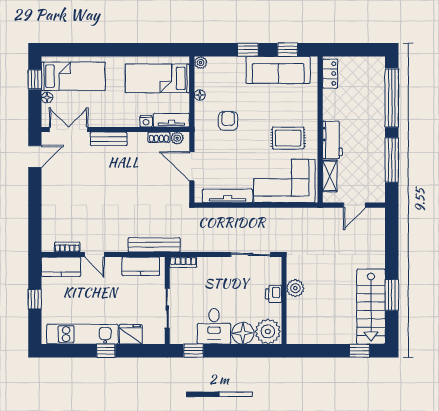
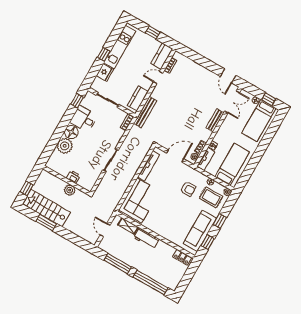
rug: (288, 138) -> (211, 197), moved, turned 90
plant: (295, 288) -> (70, 190), moved
printer: (274, 294) -> (73, 177), moved
wall: (284, 301) -> (67, 180), moved

